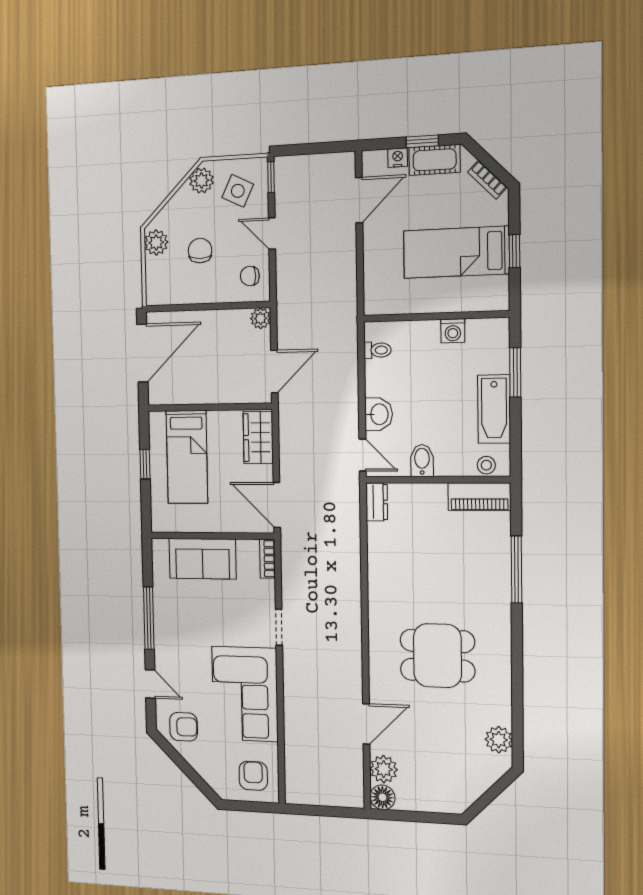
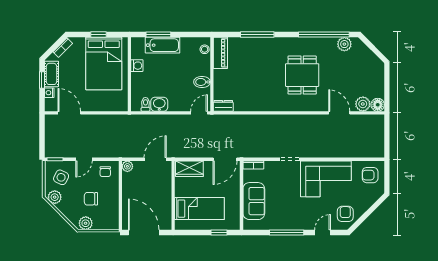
bed: (456, 252) -> (104, 64), width x1.50
door: (274, 372) -> (155, 159), hinge flipped
bathtub: (494, 409) -> (163, 45), moved
washbasin: (379, 414) -> (159, 104), moved
window: (145, 464) -> (219, 232), moved
window: (517, 701) -> (324, 35), added

